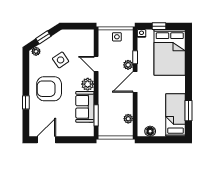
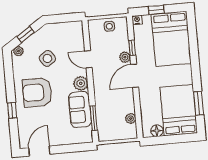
bed: (176, 115) -> (179, 110), width x1.50

